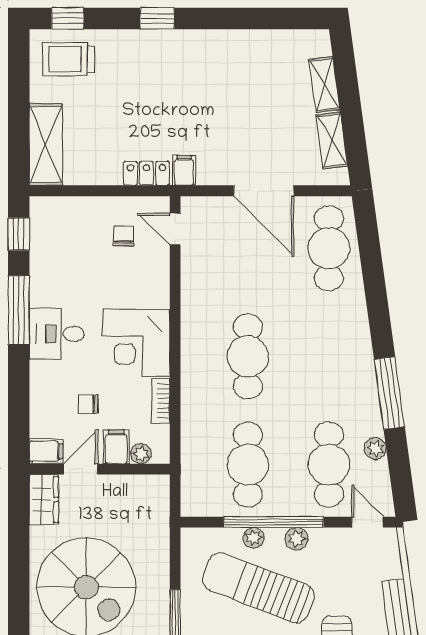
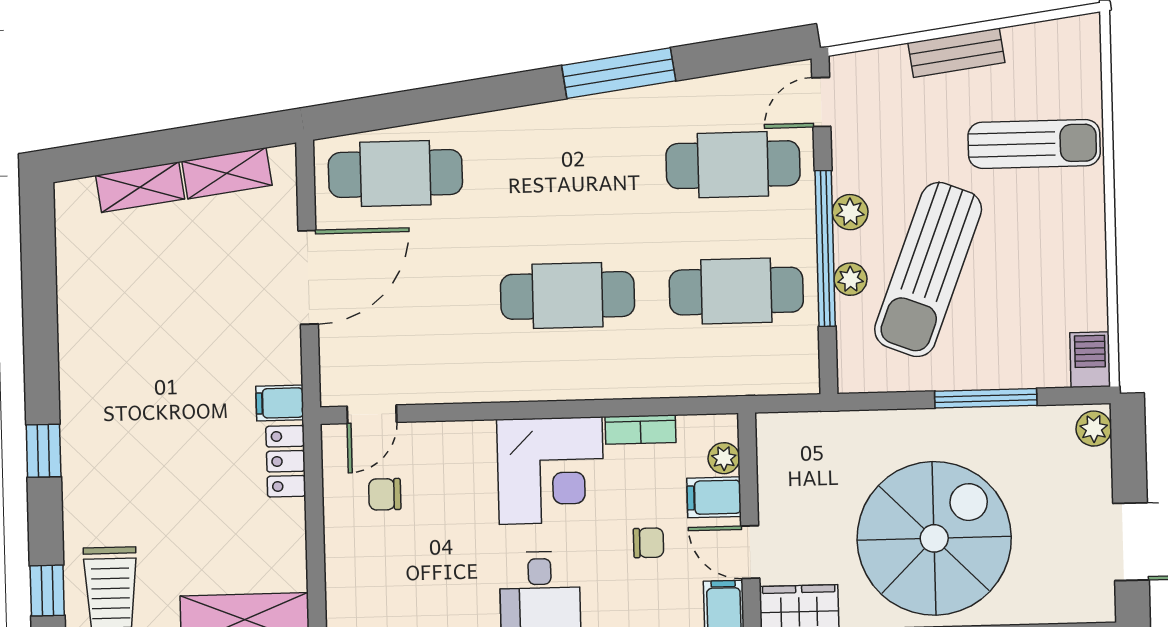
chair: (88, 404) -> (648, 543), turned -90
plant: (375, 449) -> (706, 93), removed

